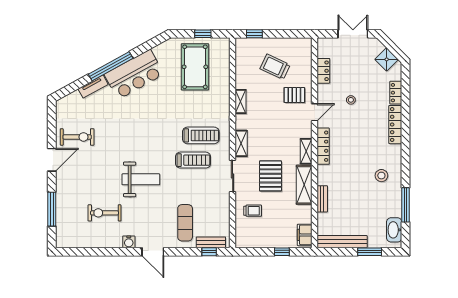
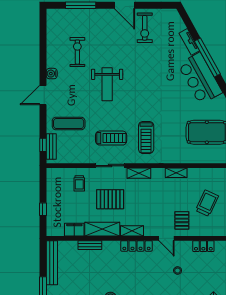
treadmill: (193, 160) -> (111, 138), moved, turned -90
filing cabinet: (305, 235) -> (74, 230), moved

